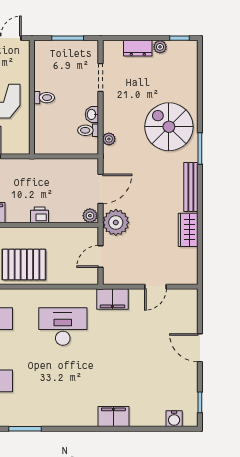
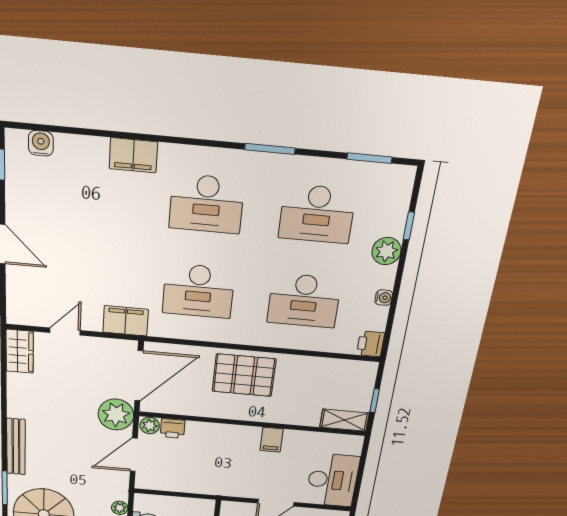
printer: (40, 215) -> (173, 428), moved
wardrobe: (188, 230) -> (20, 351), moved
door: (100, 256) -> (139, 376), width x1.87
desk: (63, 389) -> (206, 204), added

